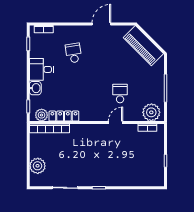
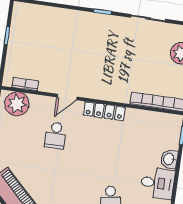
plant: (42, 115) -> (166, 121), removed
locker: (64, 116) -> (104, 111), moved

